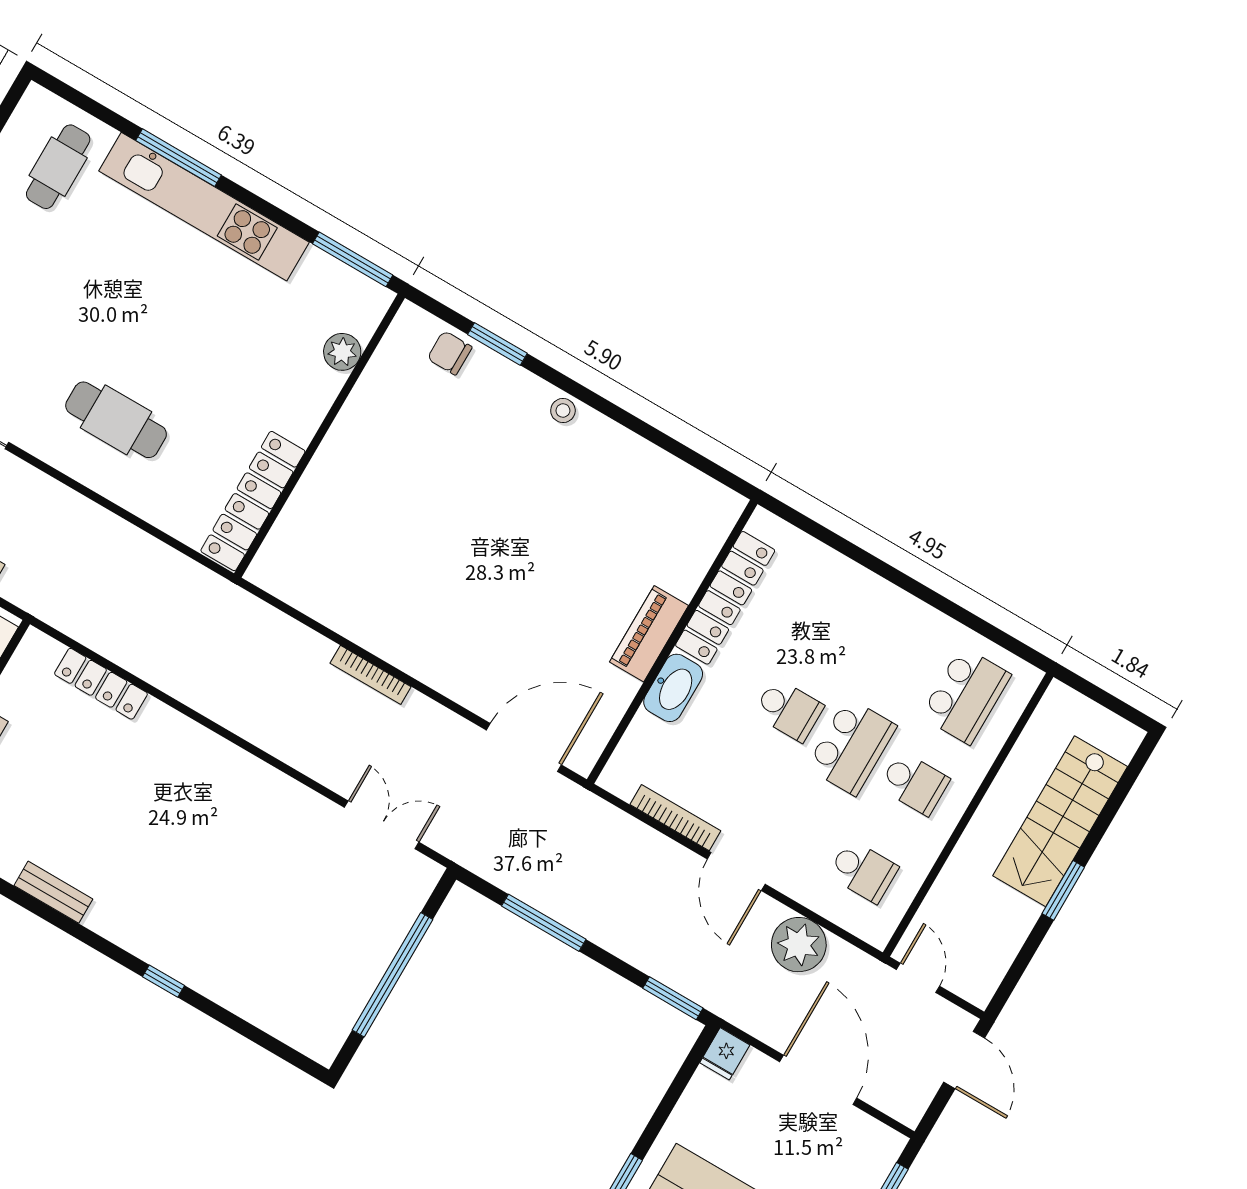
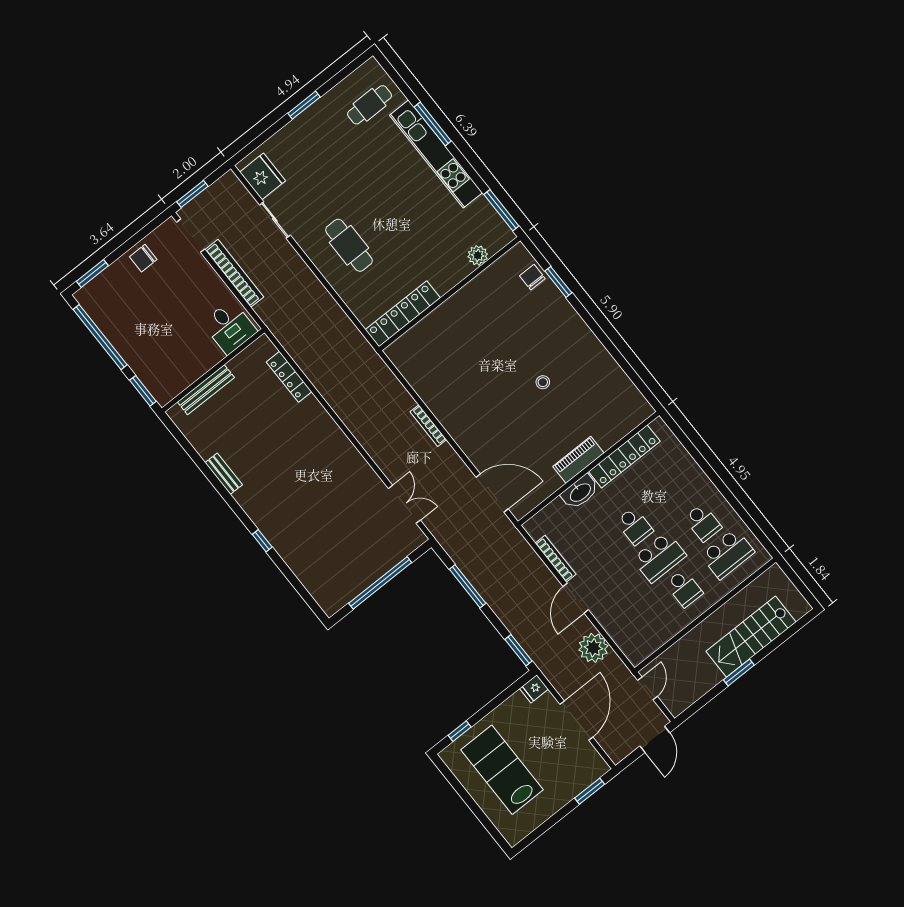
stool: (563, 410) -> (543, 382), moved
school desk: (863, 871) -> (703, 523), moved

